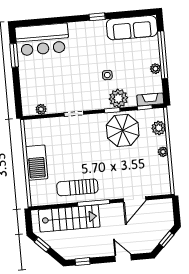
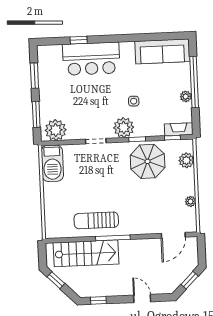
window: (97, 17) -> (79, 40), moved
bar counter: (42, 39) -> (91, 59), moved
window: (17, 91) -> (36, 114), added
plant: (118, 98) -> (124, 128), moved
plant: (41, 109) -> (56, 130), width x1.88, depth x1.88
plant: (163, 152) -> (191, 201), moved
barbecue: (37, 163) -> (52, 163), moved
door: (134, 199) -> (173, 235), moved

